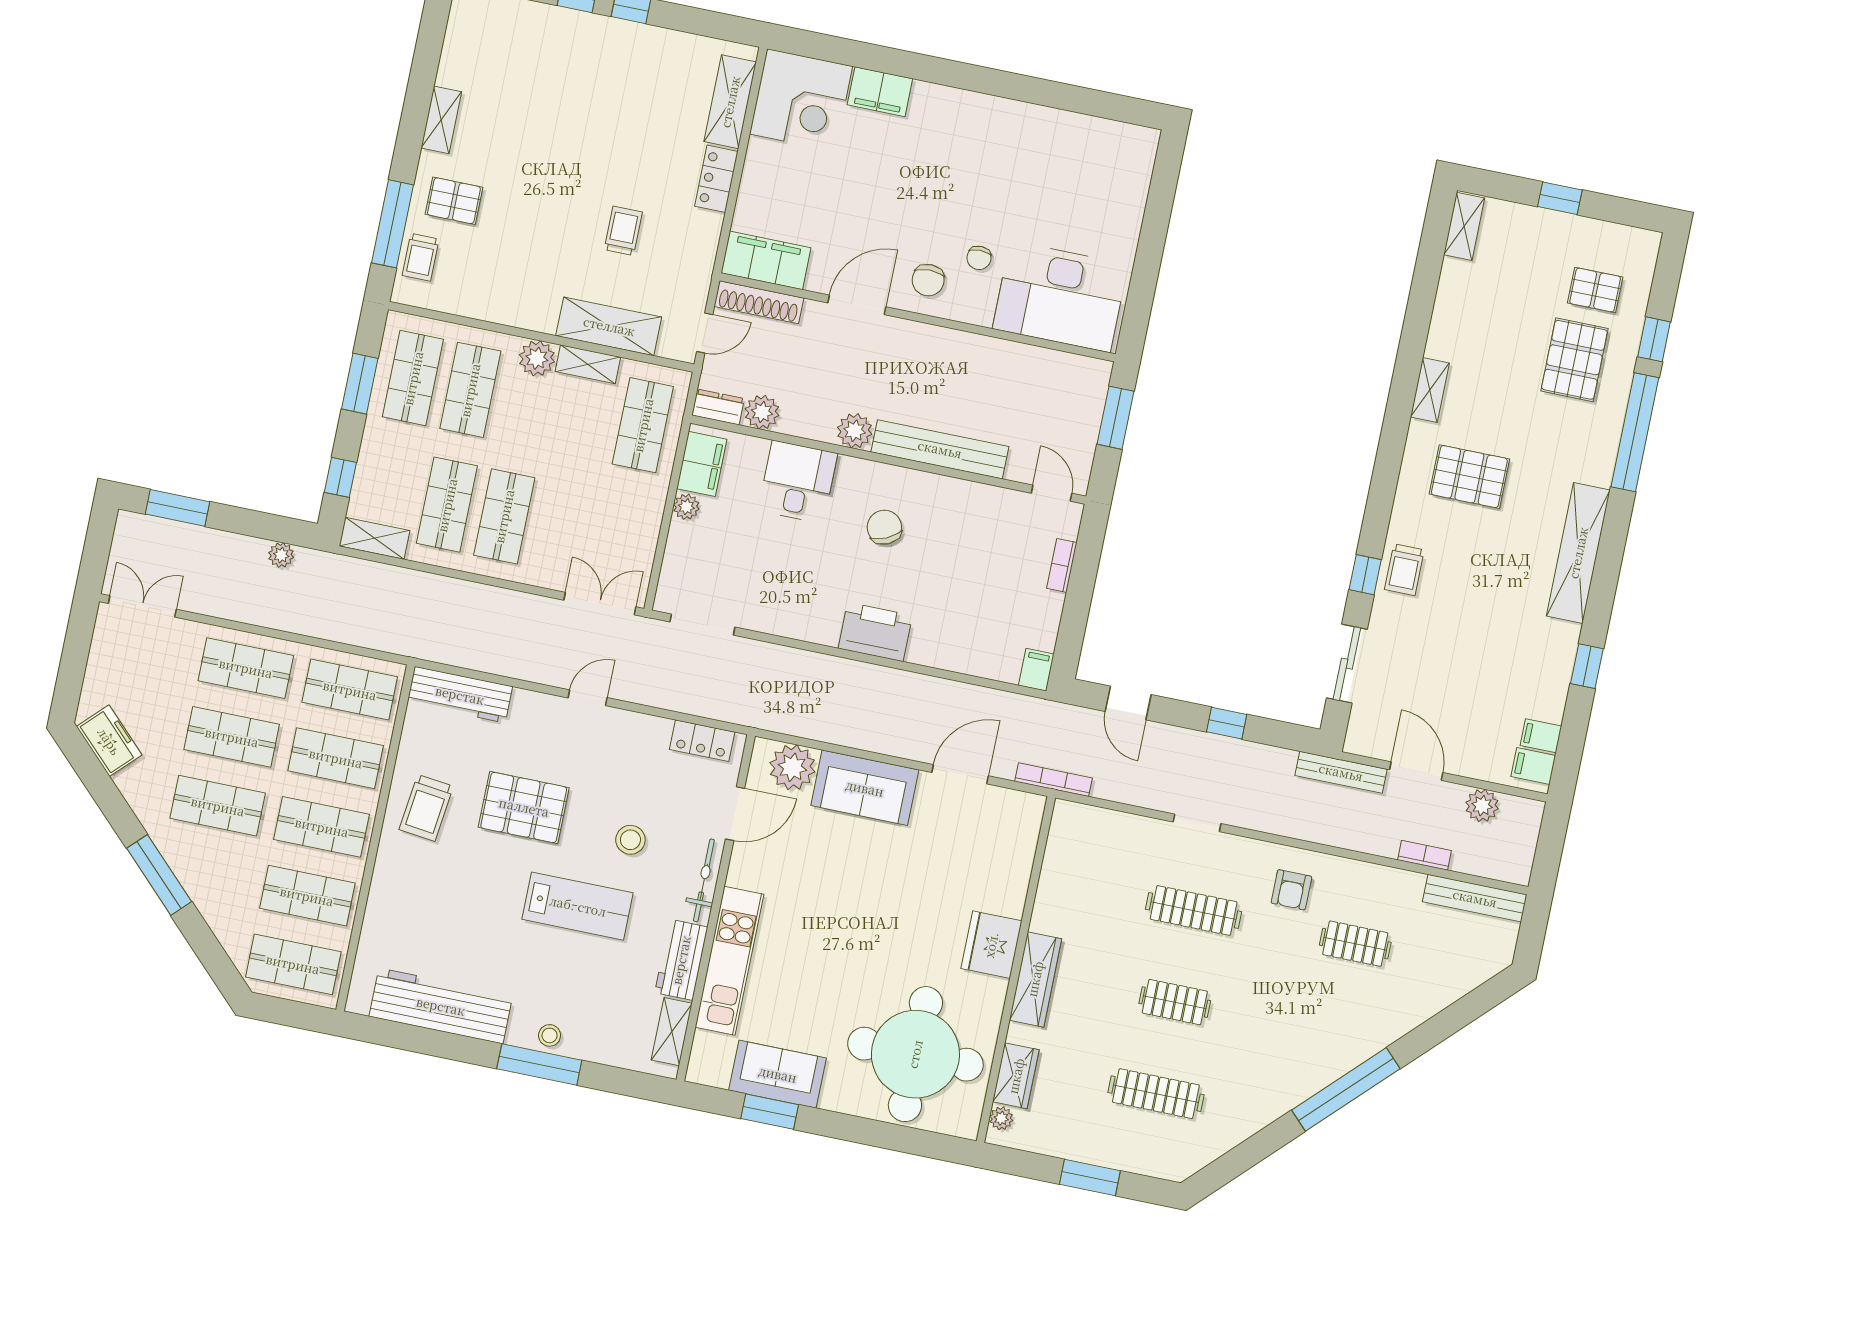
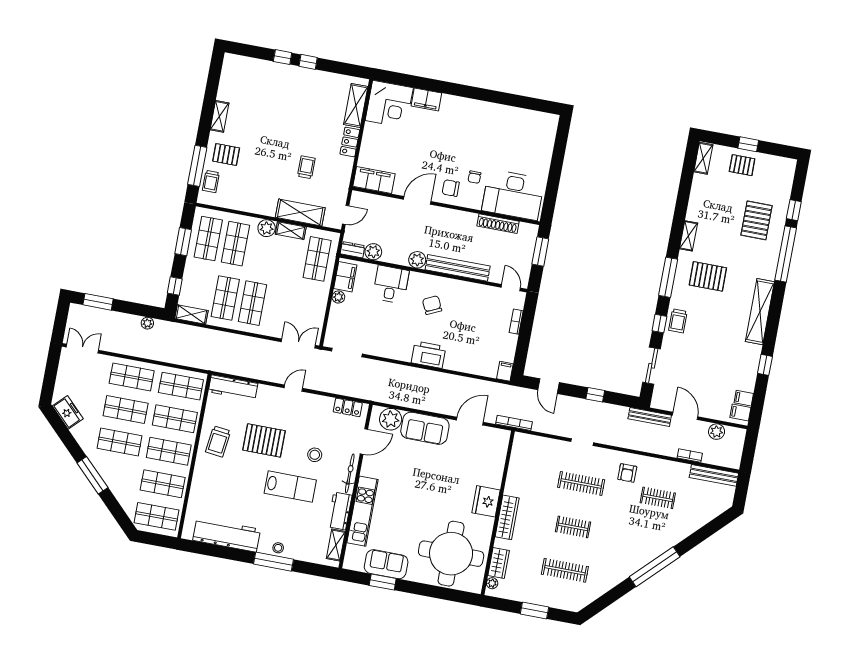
chair: (928, 280) -> (451, 188), turned 90
pallet: (1595, 290) -> (742, 165), moved
shoe rack: (759, 302) -> (498, 224), moved
window: (1385, 477) -> (668, 277), added

